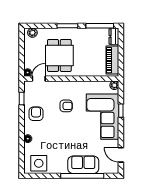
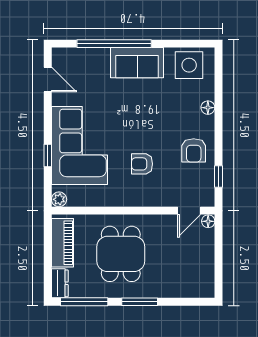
plant: (32, 33) -> (200, 290), removed
dining table: (59, 55) -> (121, 254), moved
sofa: (83, 165) -> (137, 63), moved

